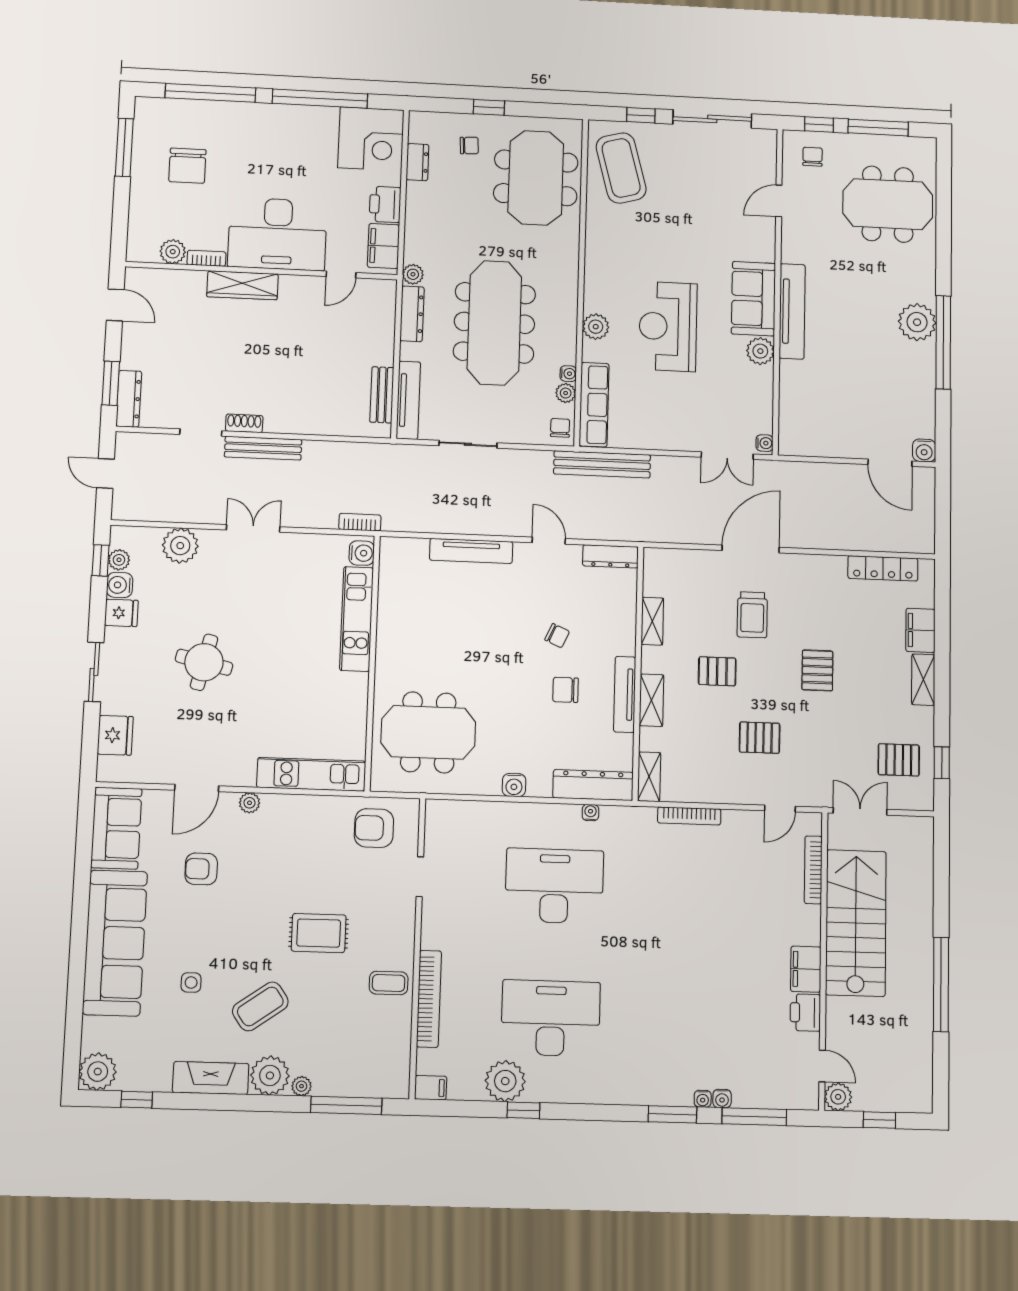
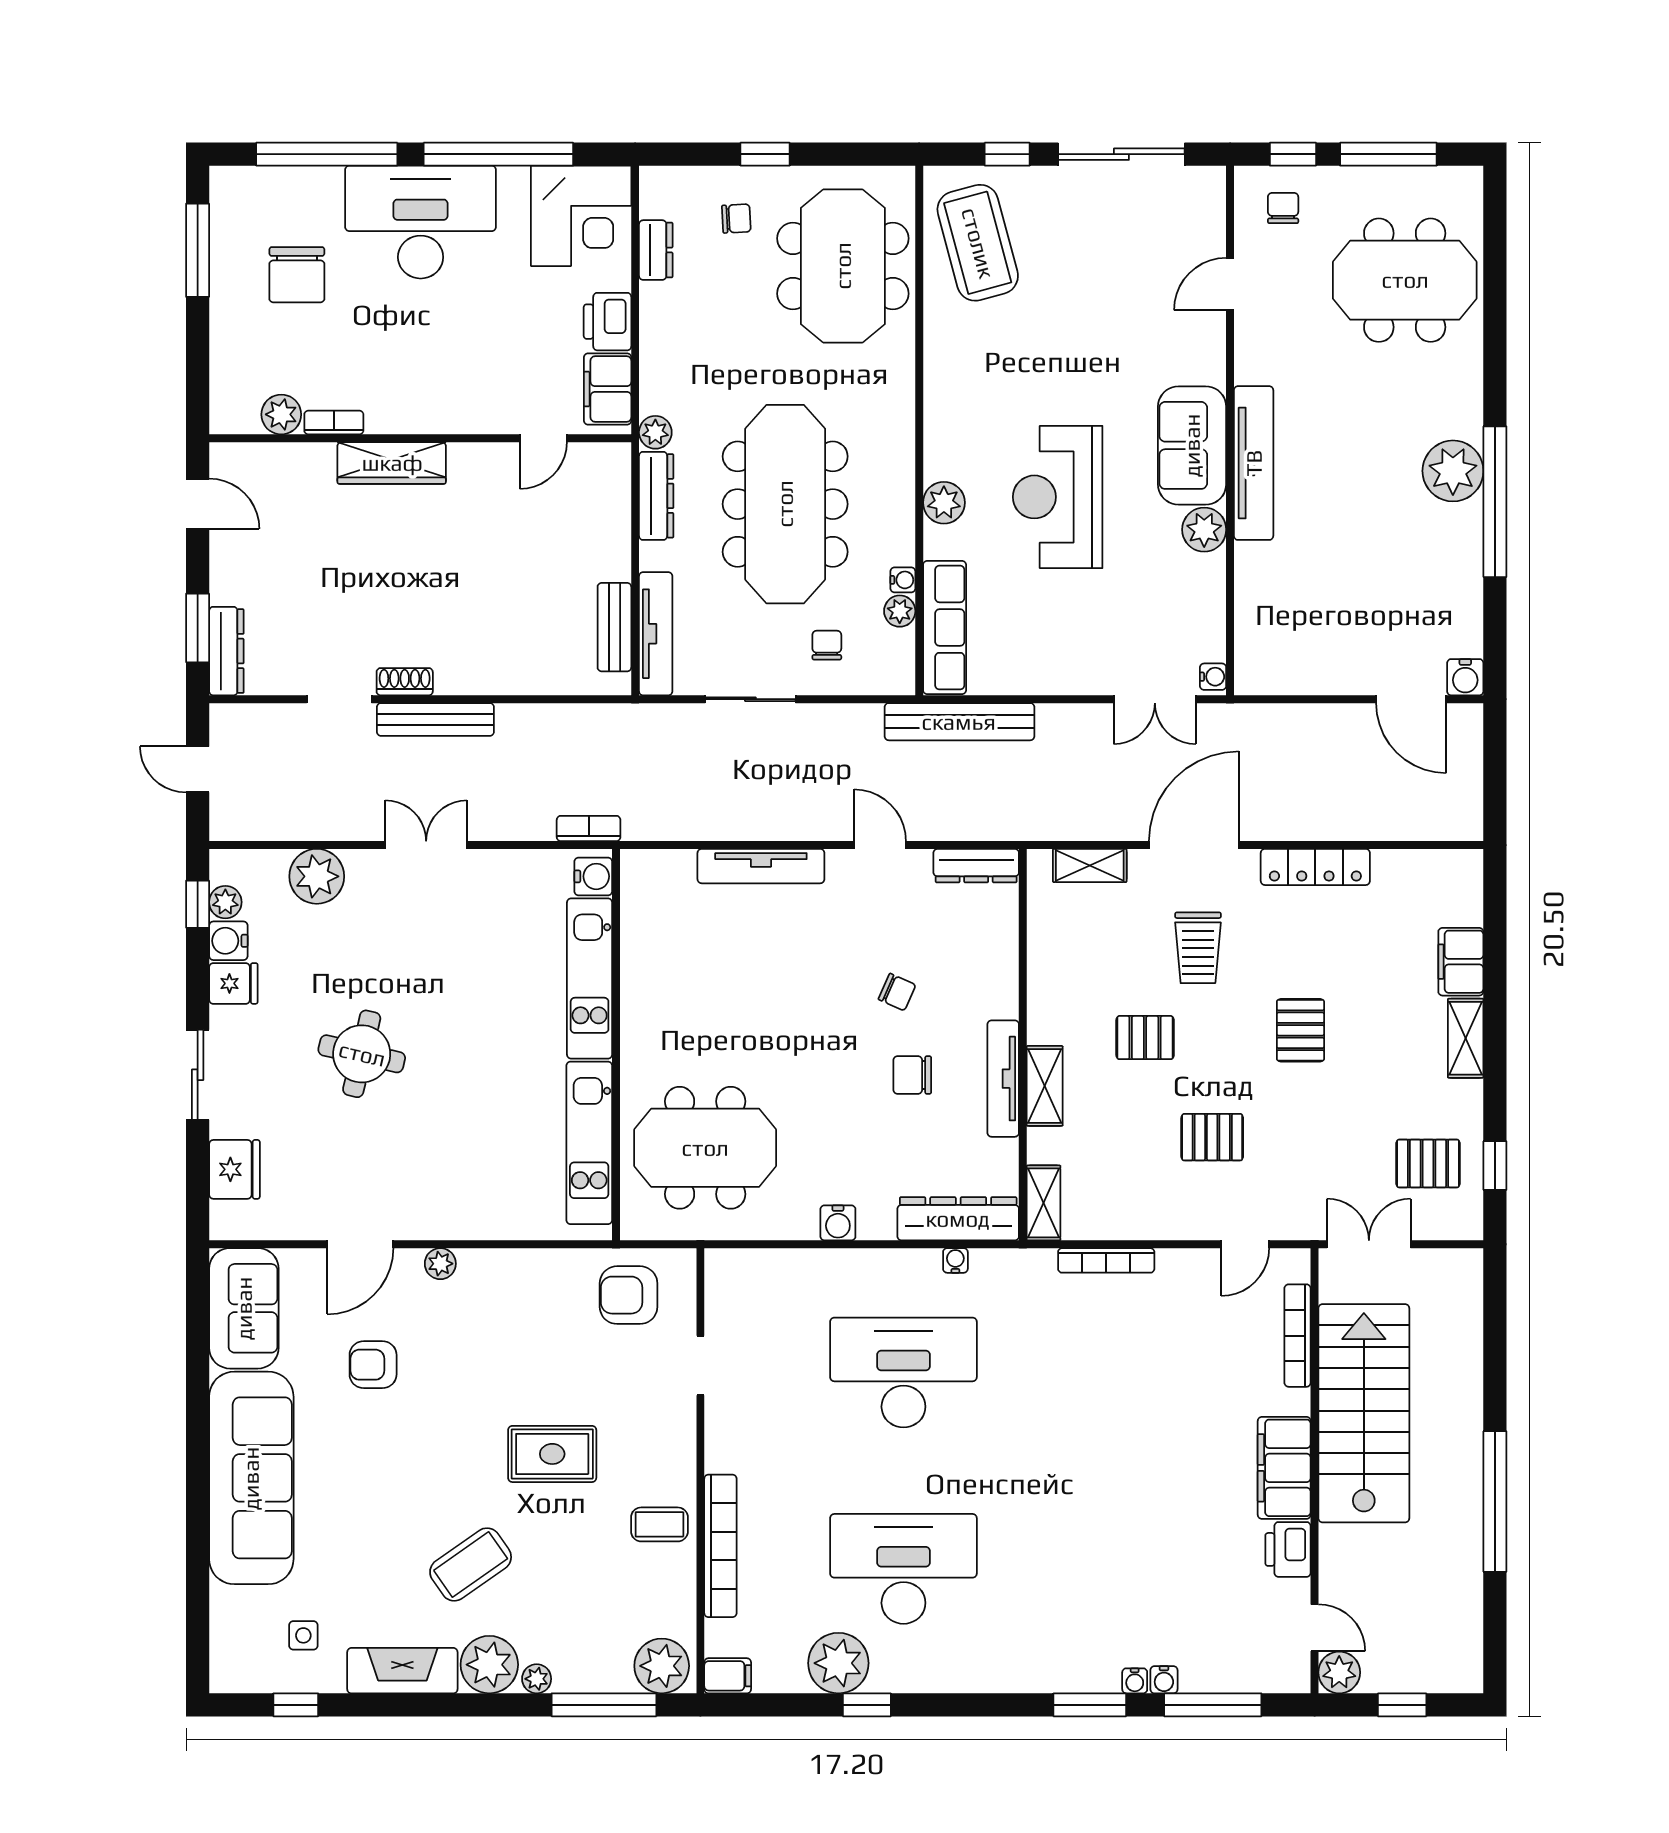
desk: (277, 234) -> (421, 222), moved, turned 180
chair: (560, 428) -> (827, 645), moved
locker: (883, 568) -> (1315, 867), moved
shelving: (652, 621) -> (1090, 865), moved, turned 90
kitchen unit: (311, 774) -> (589, 1143), moved, turned -90
filing cabinet: (806, 969) -> (1284, 1468), width x1.50, depth x1.17
side table: (191, 983) -> (303, 1635), moved
plant: (98, 1072) -> (662, 1666), moved

